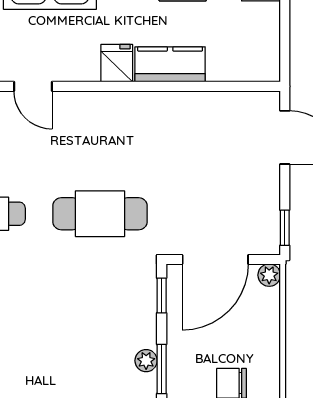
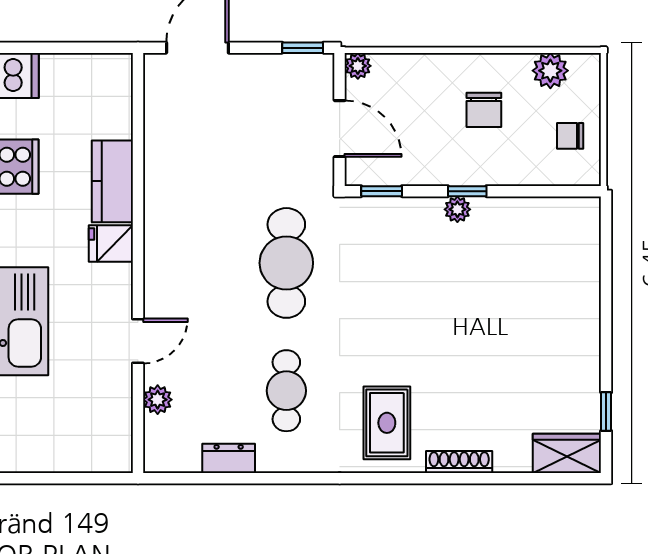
door: (215, 259) -> (340, 129), width x0.73
window: (162, 369) -> (467, 191), width x0.67

